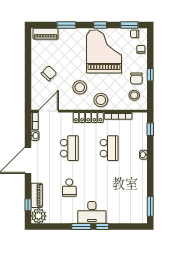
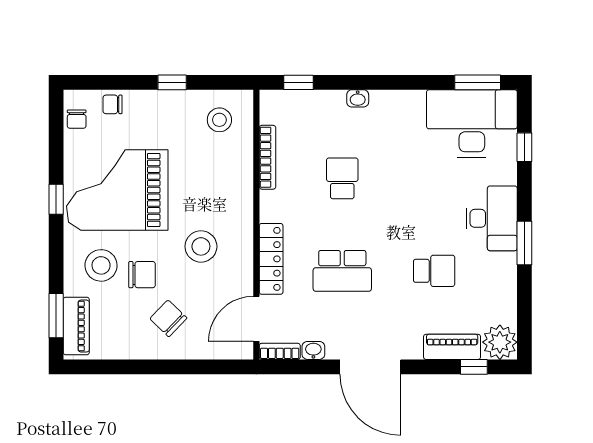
window: (66, 25) -> (56, 316), moved
window: (129, 25) -> (56, 131), removed
chair: (136, 79) -> (142, 275), moved
stool: (101, 100) -> (101, 265), moved
door: (49, 111) -> (256, 319), hinge flipped
locker: (88, 117) -> (271, 259), moved
school desk: (69, 148) -> (342, 271), turned 180
school desk: (109, 148) -> (342, 178), width x0.54
desk: (133, 204) -> (472, 123), added
window: (102, 226) -> (524, 147), moved

